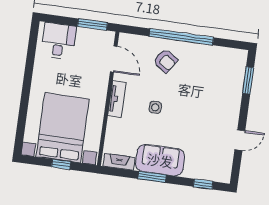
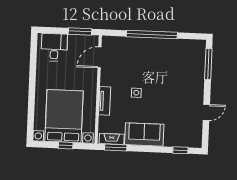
door: (114, 59) -> (99, 57), swing flipped
armchair: (165, 61) -> (141, 55), removed
window: (248, 80) -> (208, 64), width x1.44
tv unit: (117, 99) -> (105, 101), moved
window: (152, 177) -> (116, 148), moved

